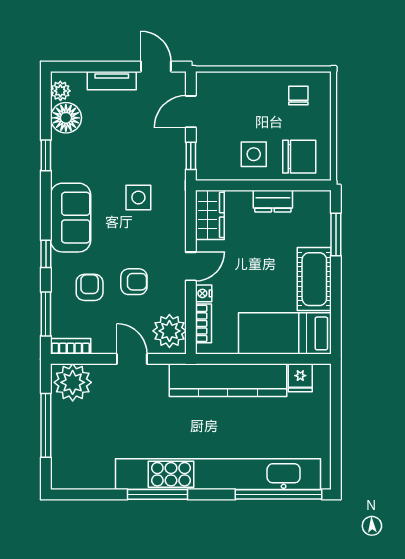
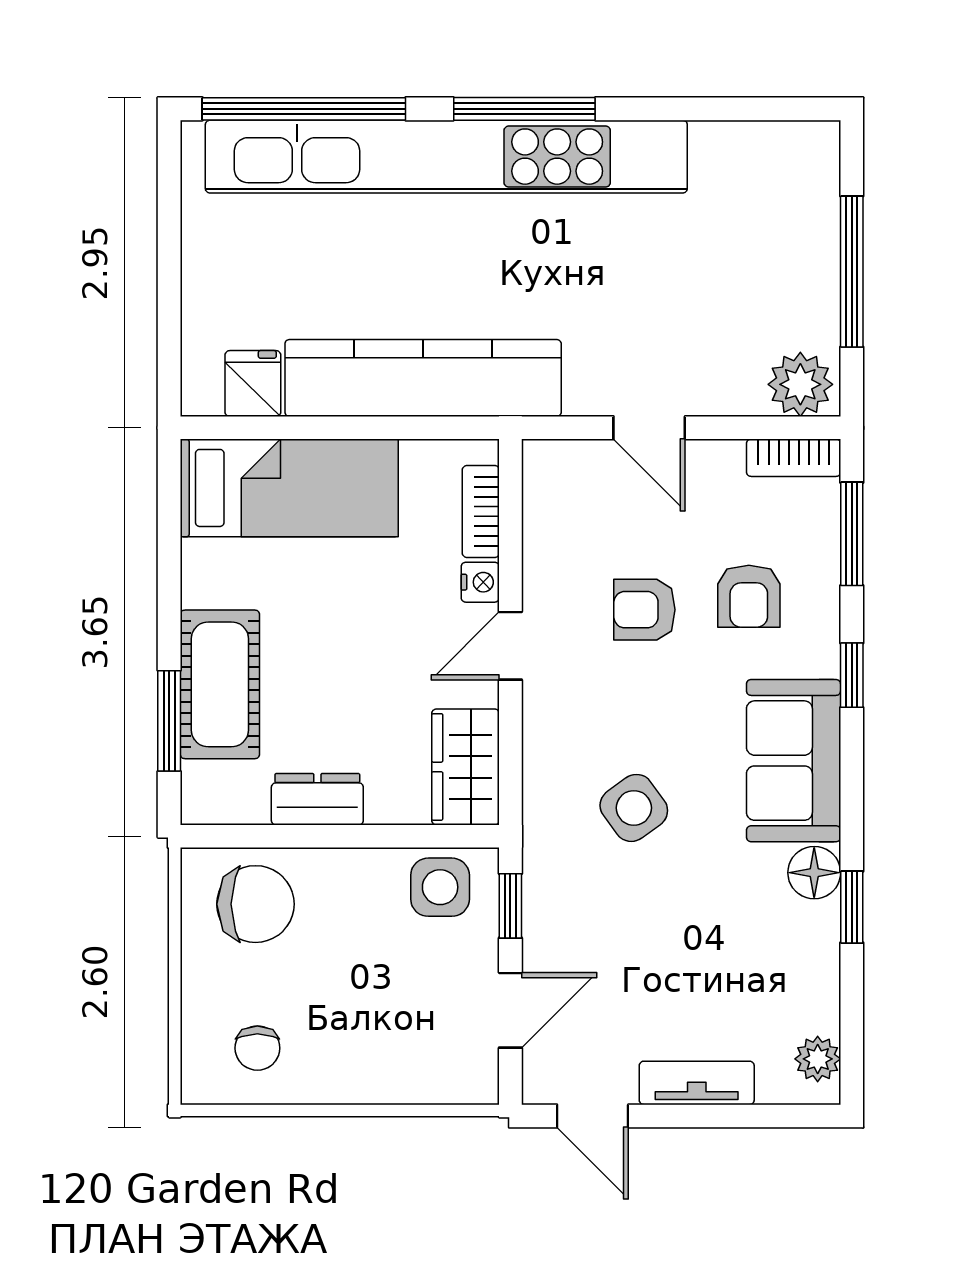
floor lamp: (66, 118) -> (814, 873), moved, width x0.73, depth x0.73
side table: (254, 154) -> (440, 887), moved
chair: (299, 157) -> (255, 904), turned 180
side table: (138, 197) -> (634, 808), turned -36
cot: (314, 279) -> (220, 684), moved
plant: (169, 331) -> (561, 494), removed
plant: (73, 382) -> (800, 384), width x0.73, depth x0.73
window: (157, 494) -> (524, 109), moved

